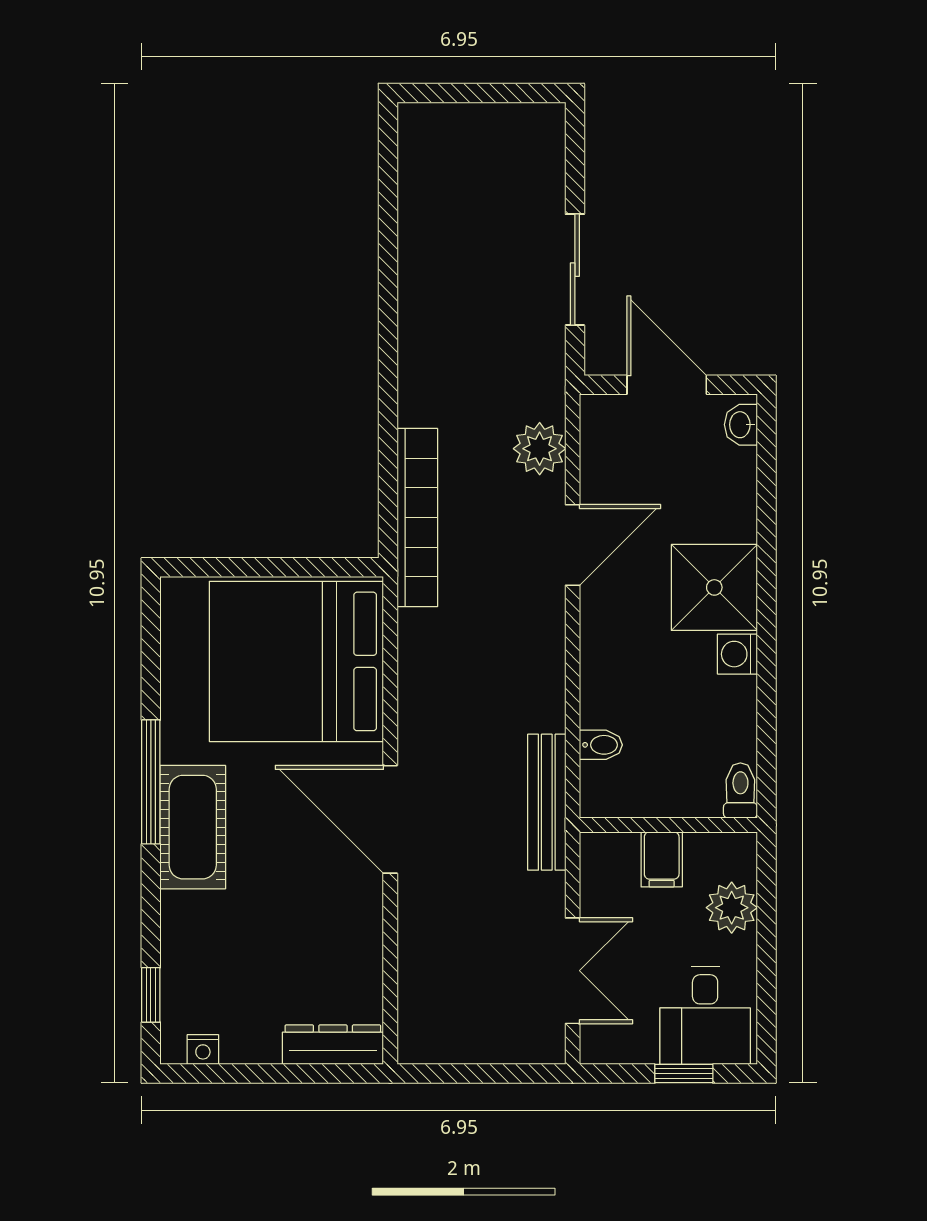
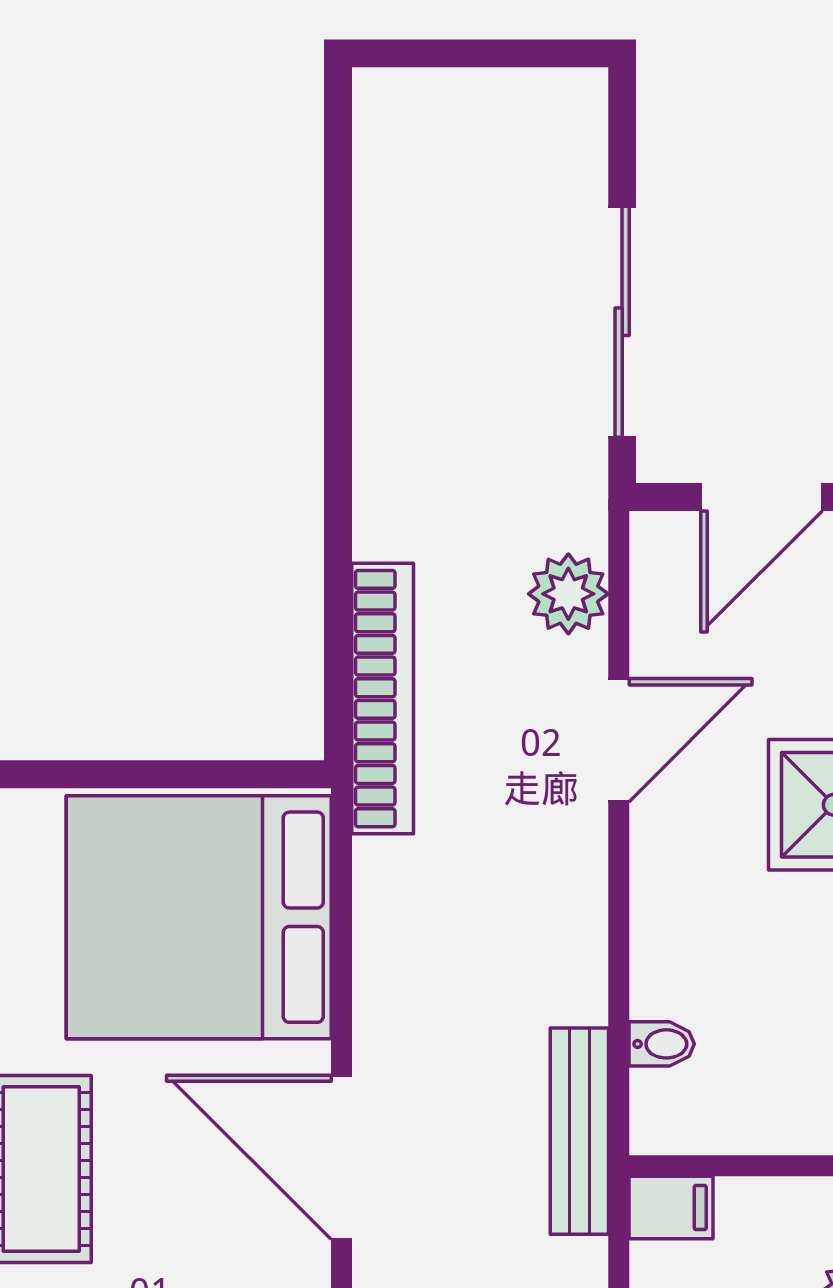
sliding door: (575, 270) -> (622, 322), width x1.37
door: (667, 385) -> (762, 497), swing flipped
filing cabinet: (662, 859) -> (671, 1208), moved, turned -90

